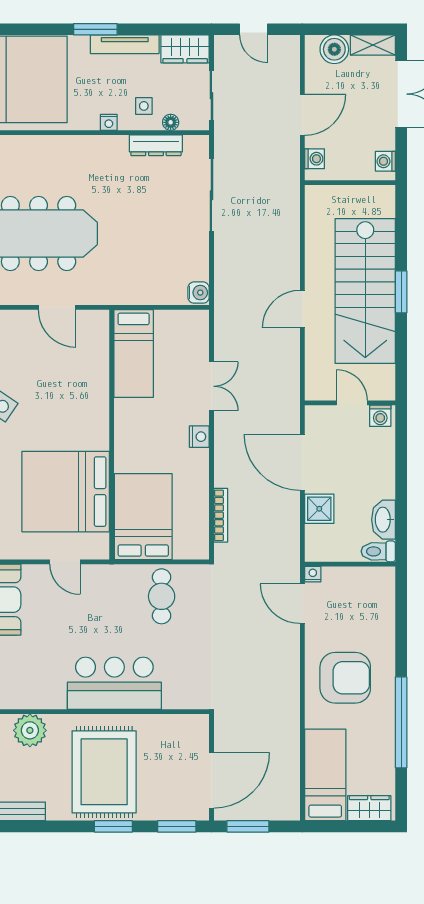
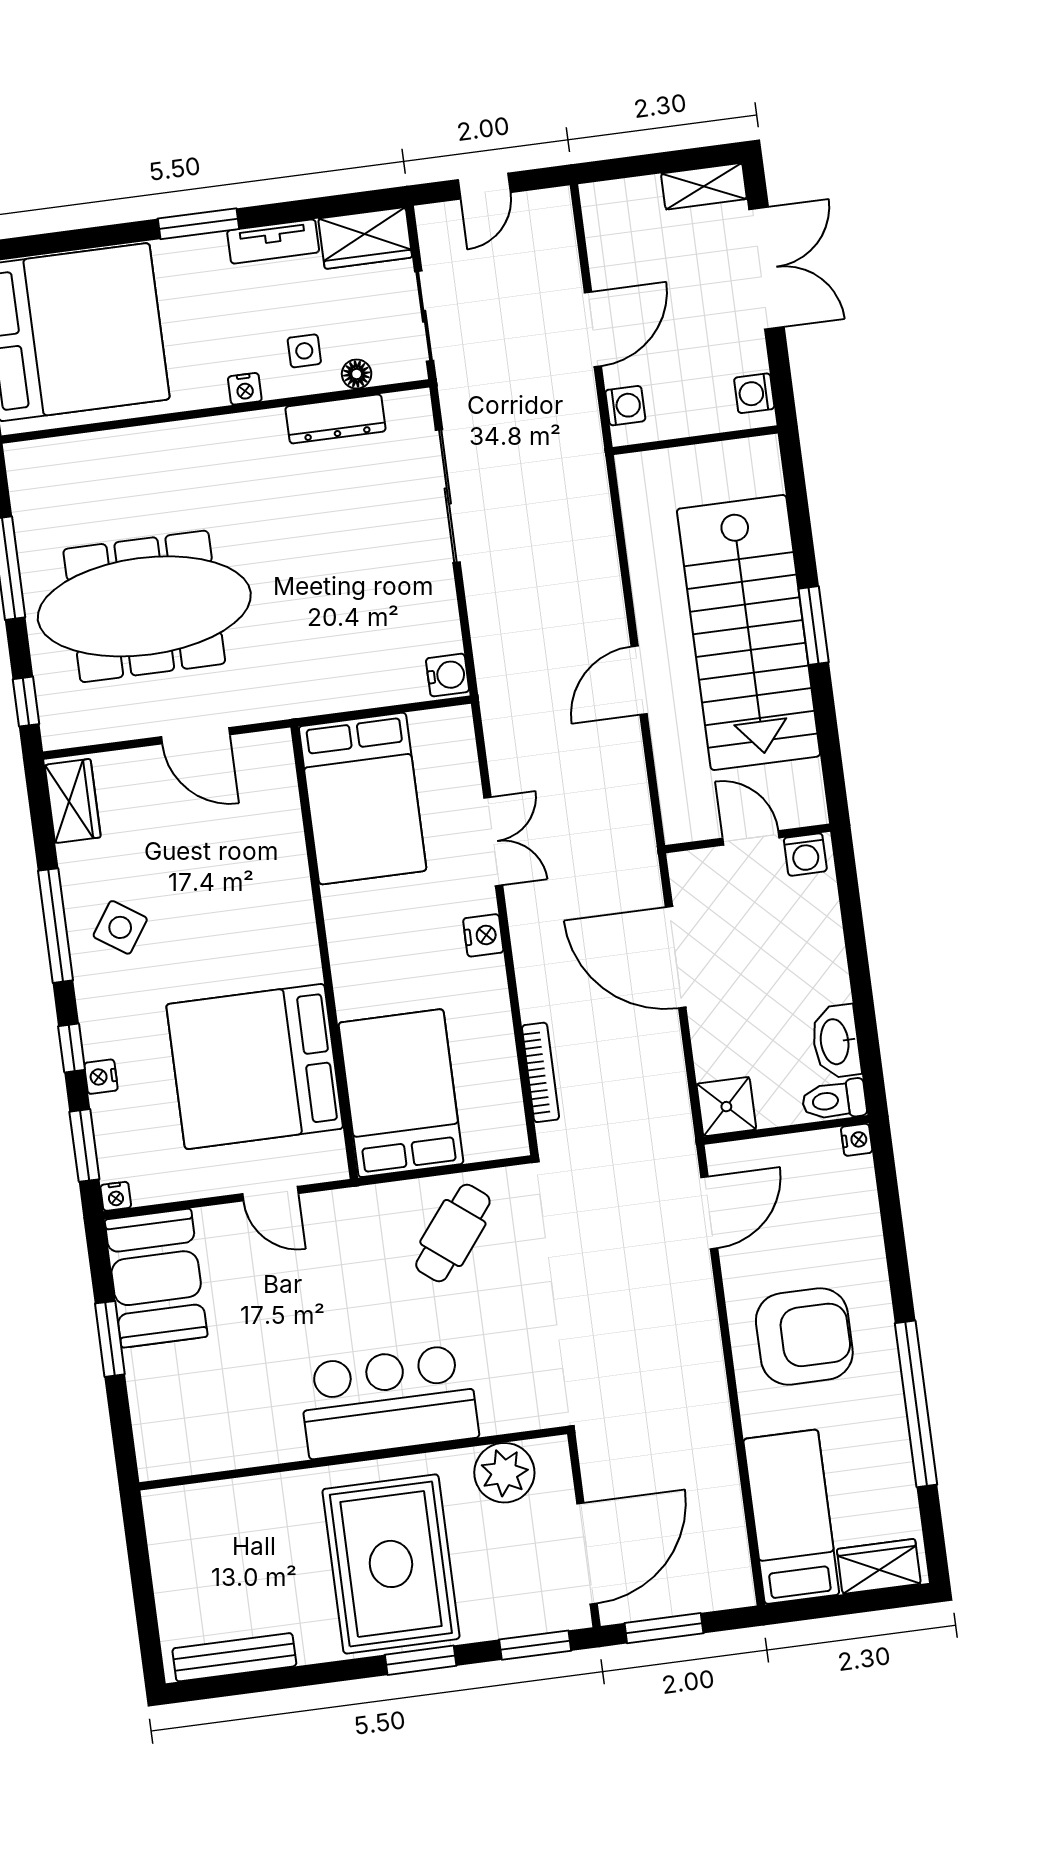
door: (254, 29) -> (484, 186), hinge flipped
tv unit: (125, 44) -> (273, 241), width x0.71
boiler: (334, 49) -> (635, 203), removed
bed: (134, 354) -> (363, 799), width x1.50
shower: (319, 509) -> (726, 1107), moved
nightstand: (313, 574) -> (857, 1140), moved, turned 90
cafe table: (162, 596) -> (453, 1233), turned 38
door: (302, 604) -> (709, 1213), swing flipped
plant: (30, 730) -> (504, 1473), moved

